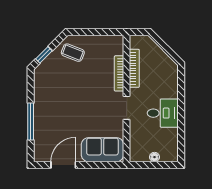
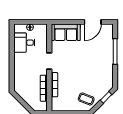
desk: (163, 113) -> (24, 43), moved

